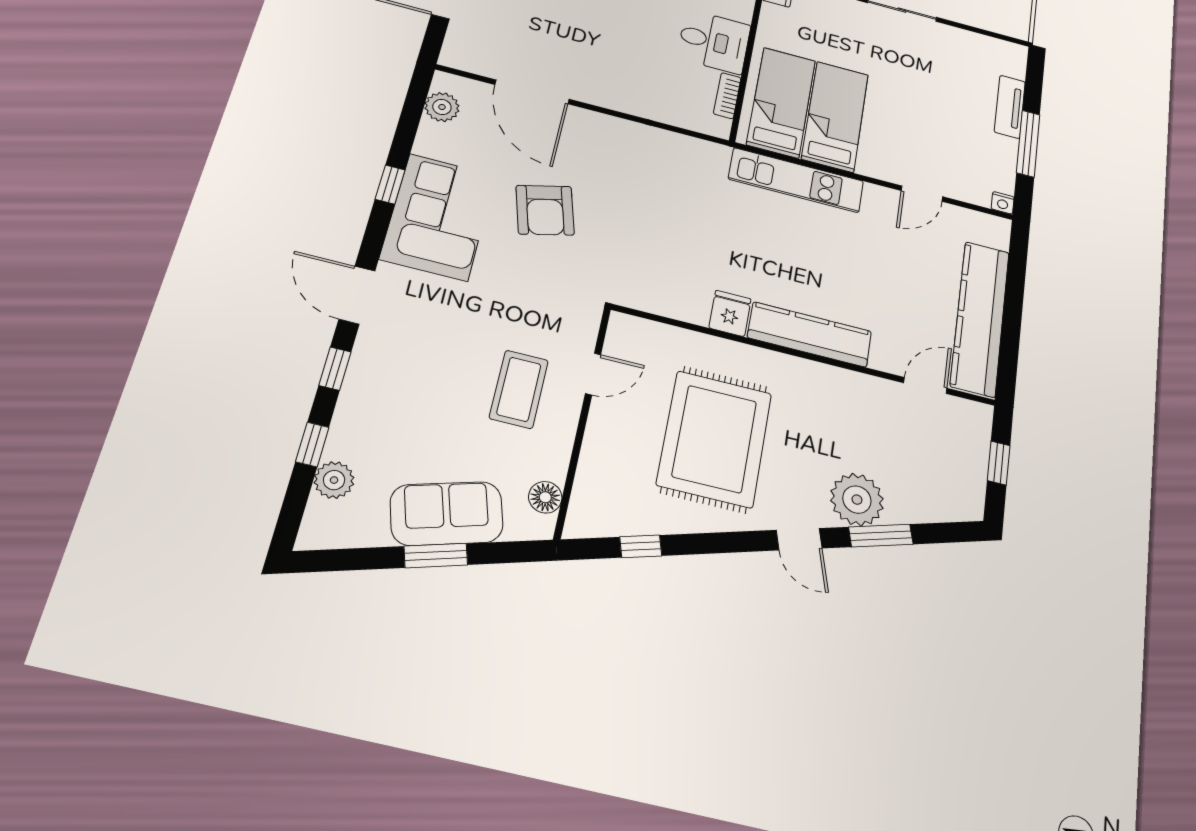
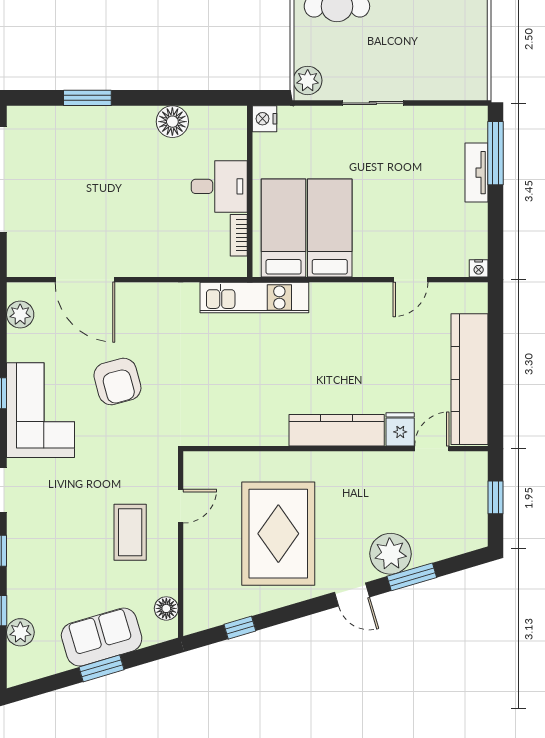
window: (1028, 144) -> (495, 153), moved
kitchen unit: (796, 180) -> (254, 298), moved
fridge: (730, 313) -> (400, 429), moved

